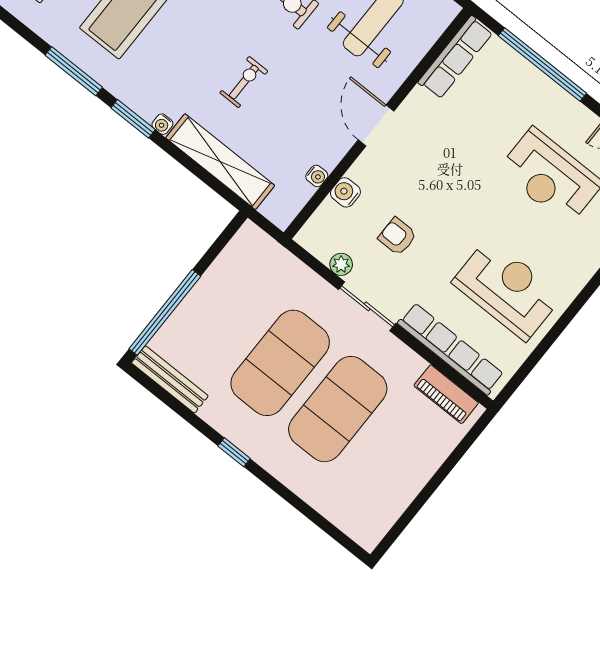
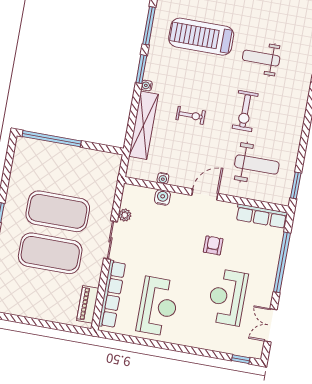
armchair: (397, 236) -> (213, 245), moved
bench: (170, 379) -> (19, 160), removed

